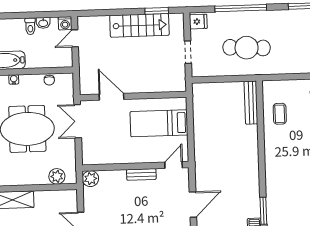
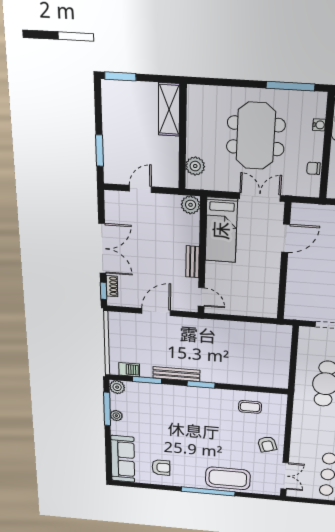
bench: (251, 103) -> (176, 374), moved
bed: (159, 123) -> (221, 230), moved, turned 180
window: (262, 161) -> (201, 384), added
door: (193, 205) -> (156, 312), swing flipped

